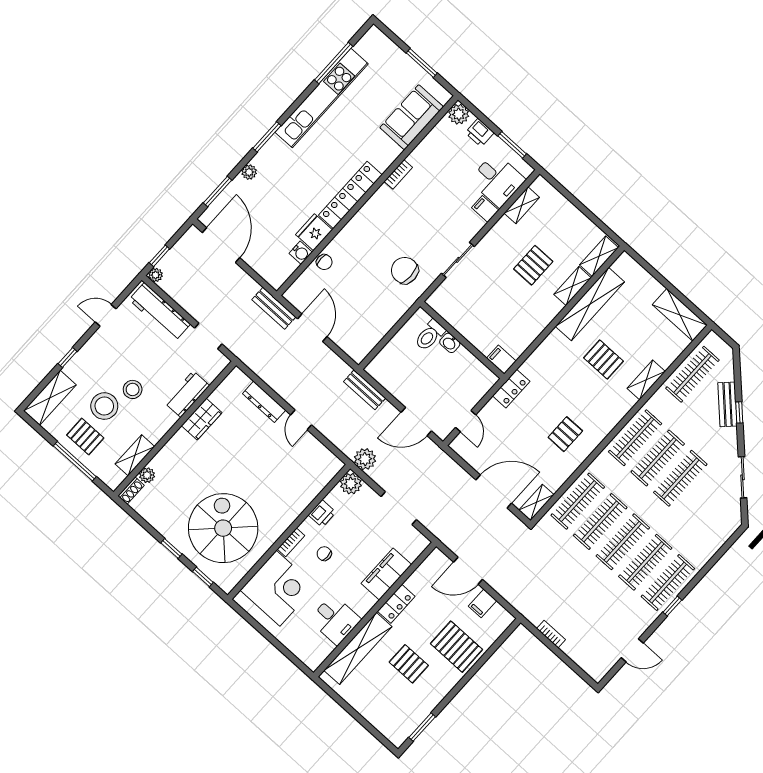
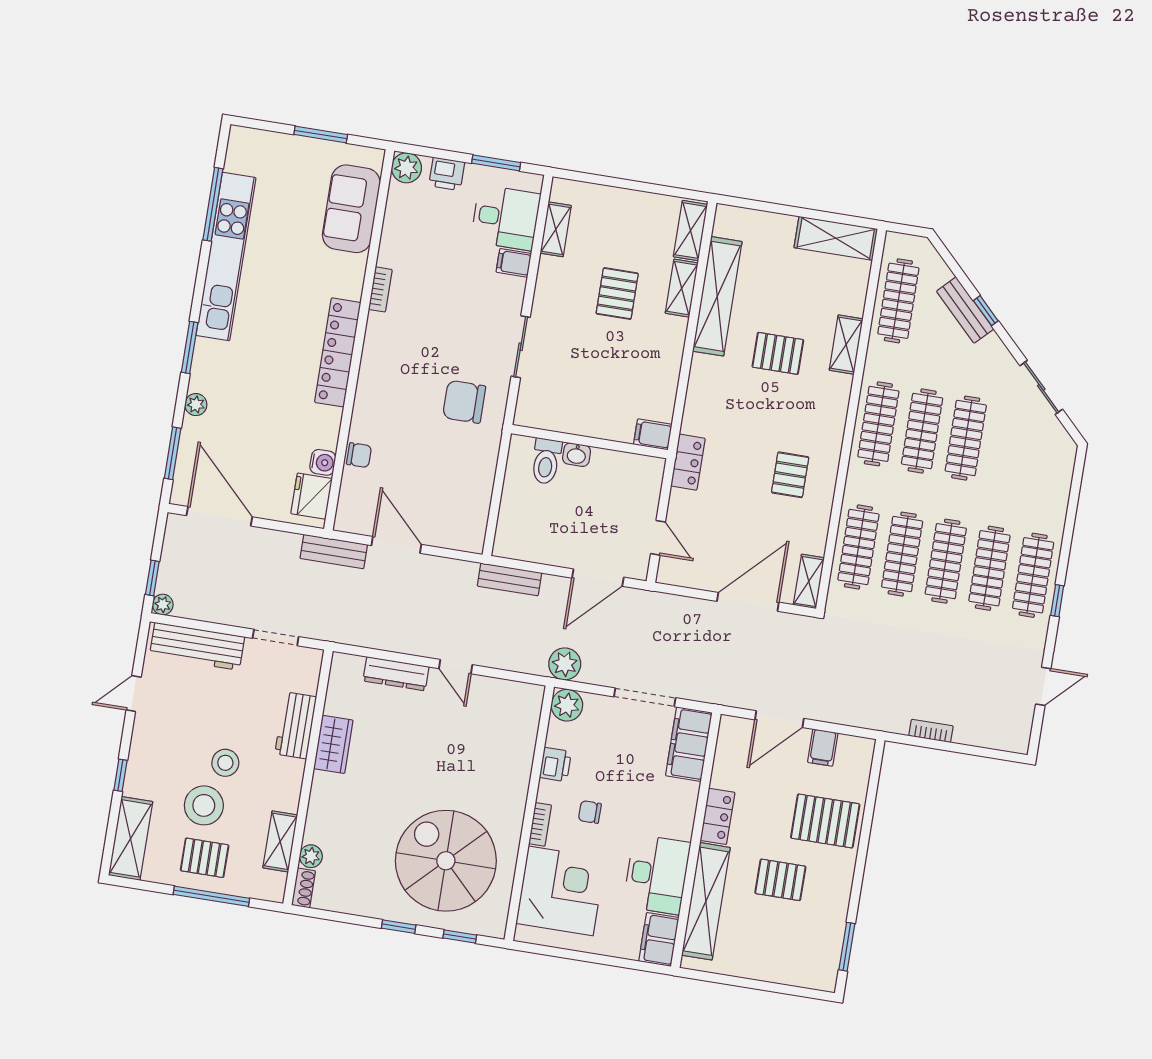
fridge: (314, 232) -> (312, 496), moved
filing cabinet: (386, 574) -> (689, 744), moved
desk: (335, 620) -> (657, 874), width x1.37
filing cabinet: (317, 653) -> (659, 939), added

